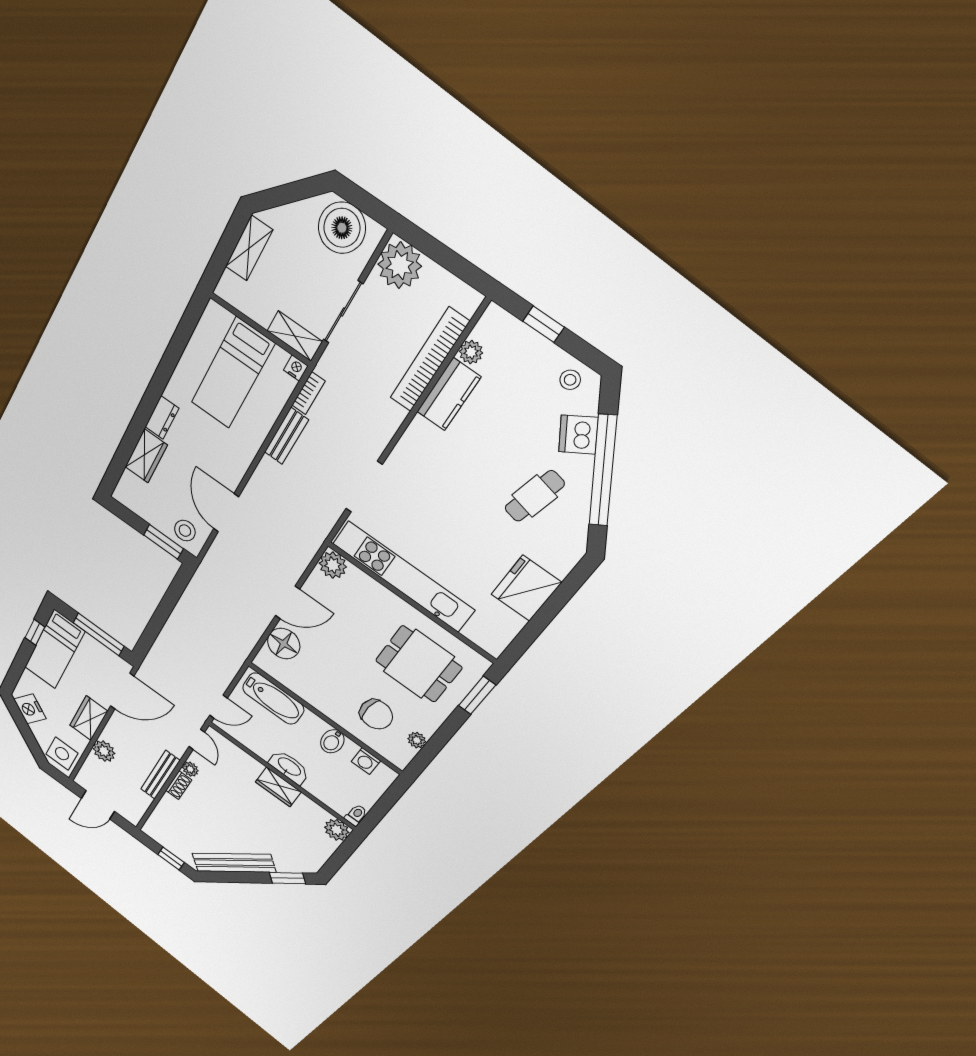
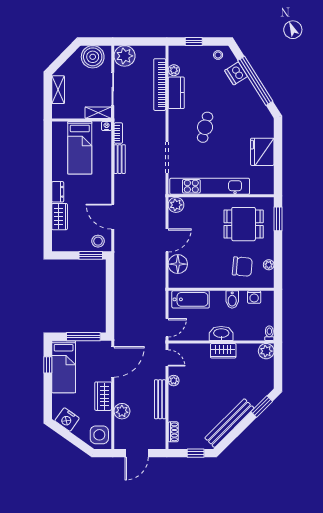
cafe table: (535, 496) -> (205, 127), moved
shoe rack: (179, 785) -> (173, 432), moved

